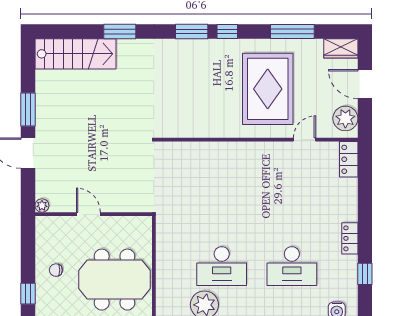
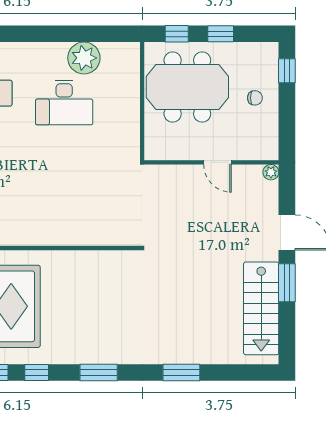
window: (227, 31) -> (37, 372), moved
stairs: (75, 54) -> (261, 308), moved, turned -90
desk: (222, 266) -> (64, 103), turned 180

